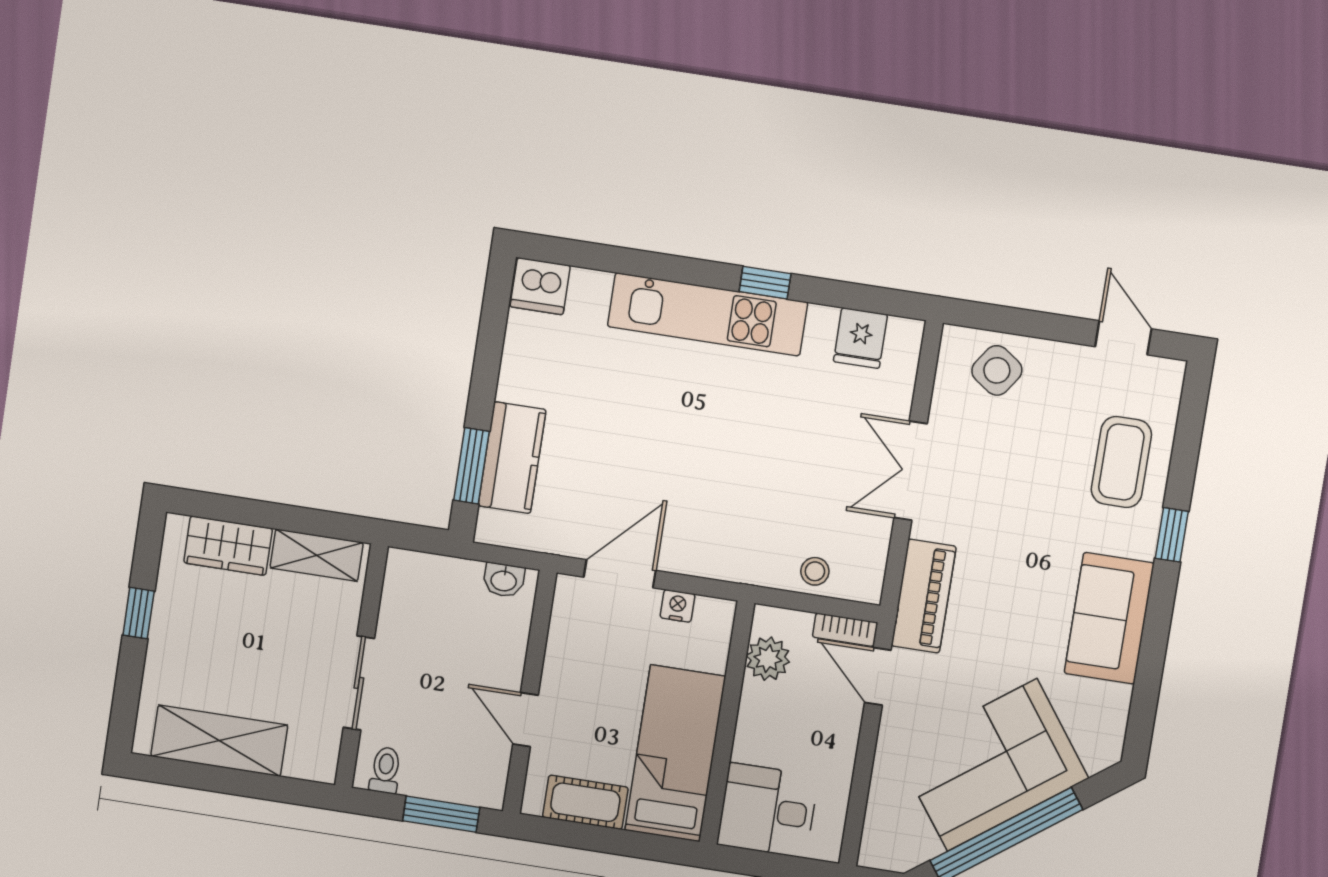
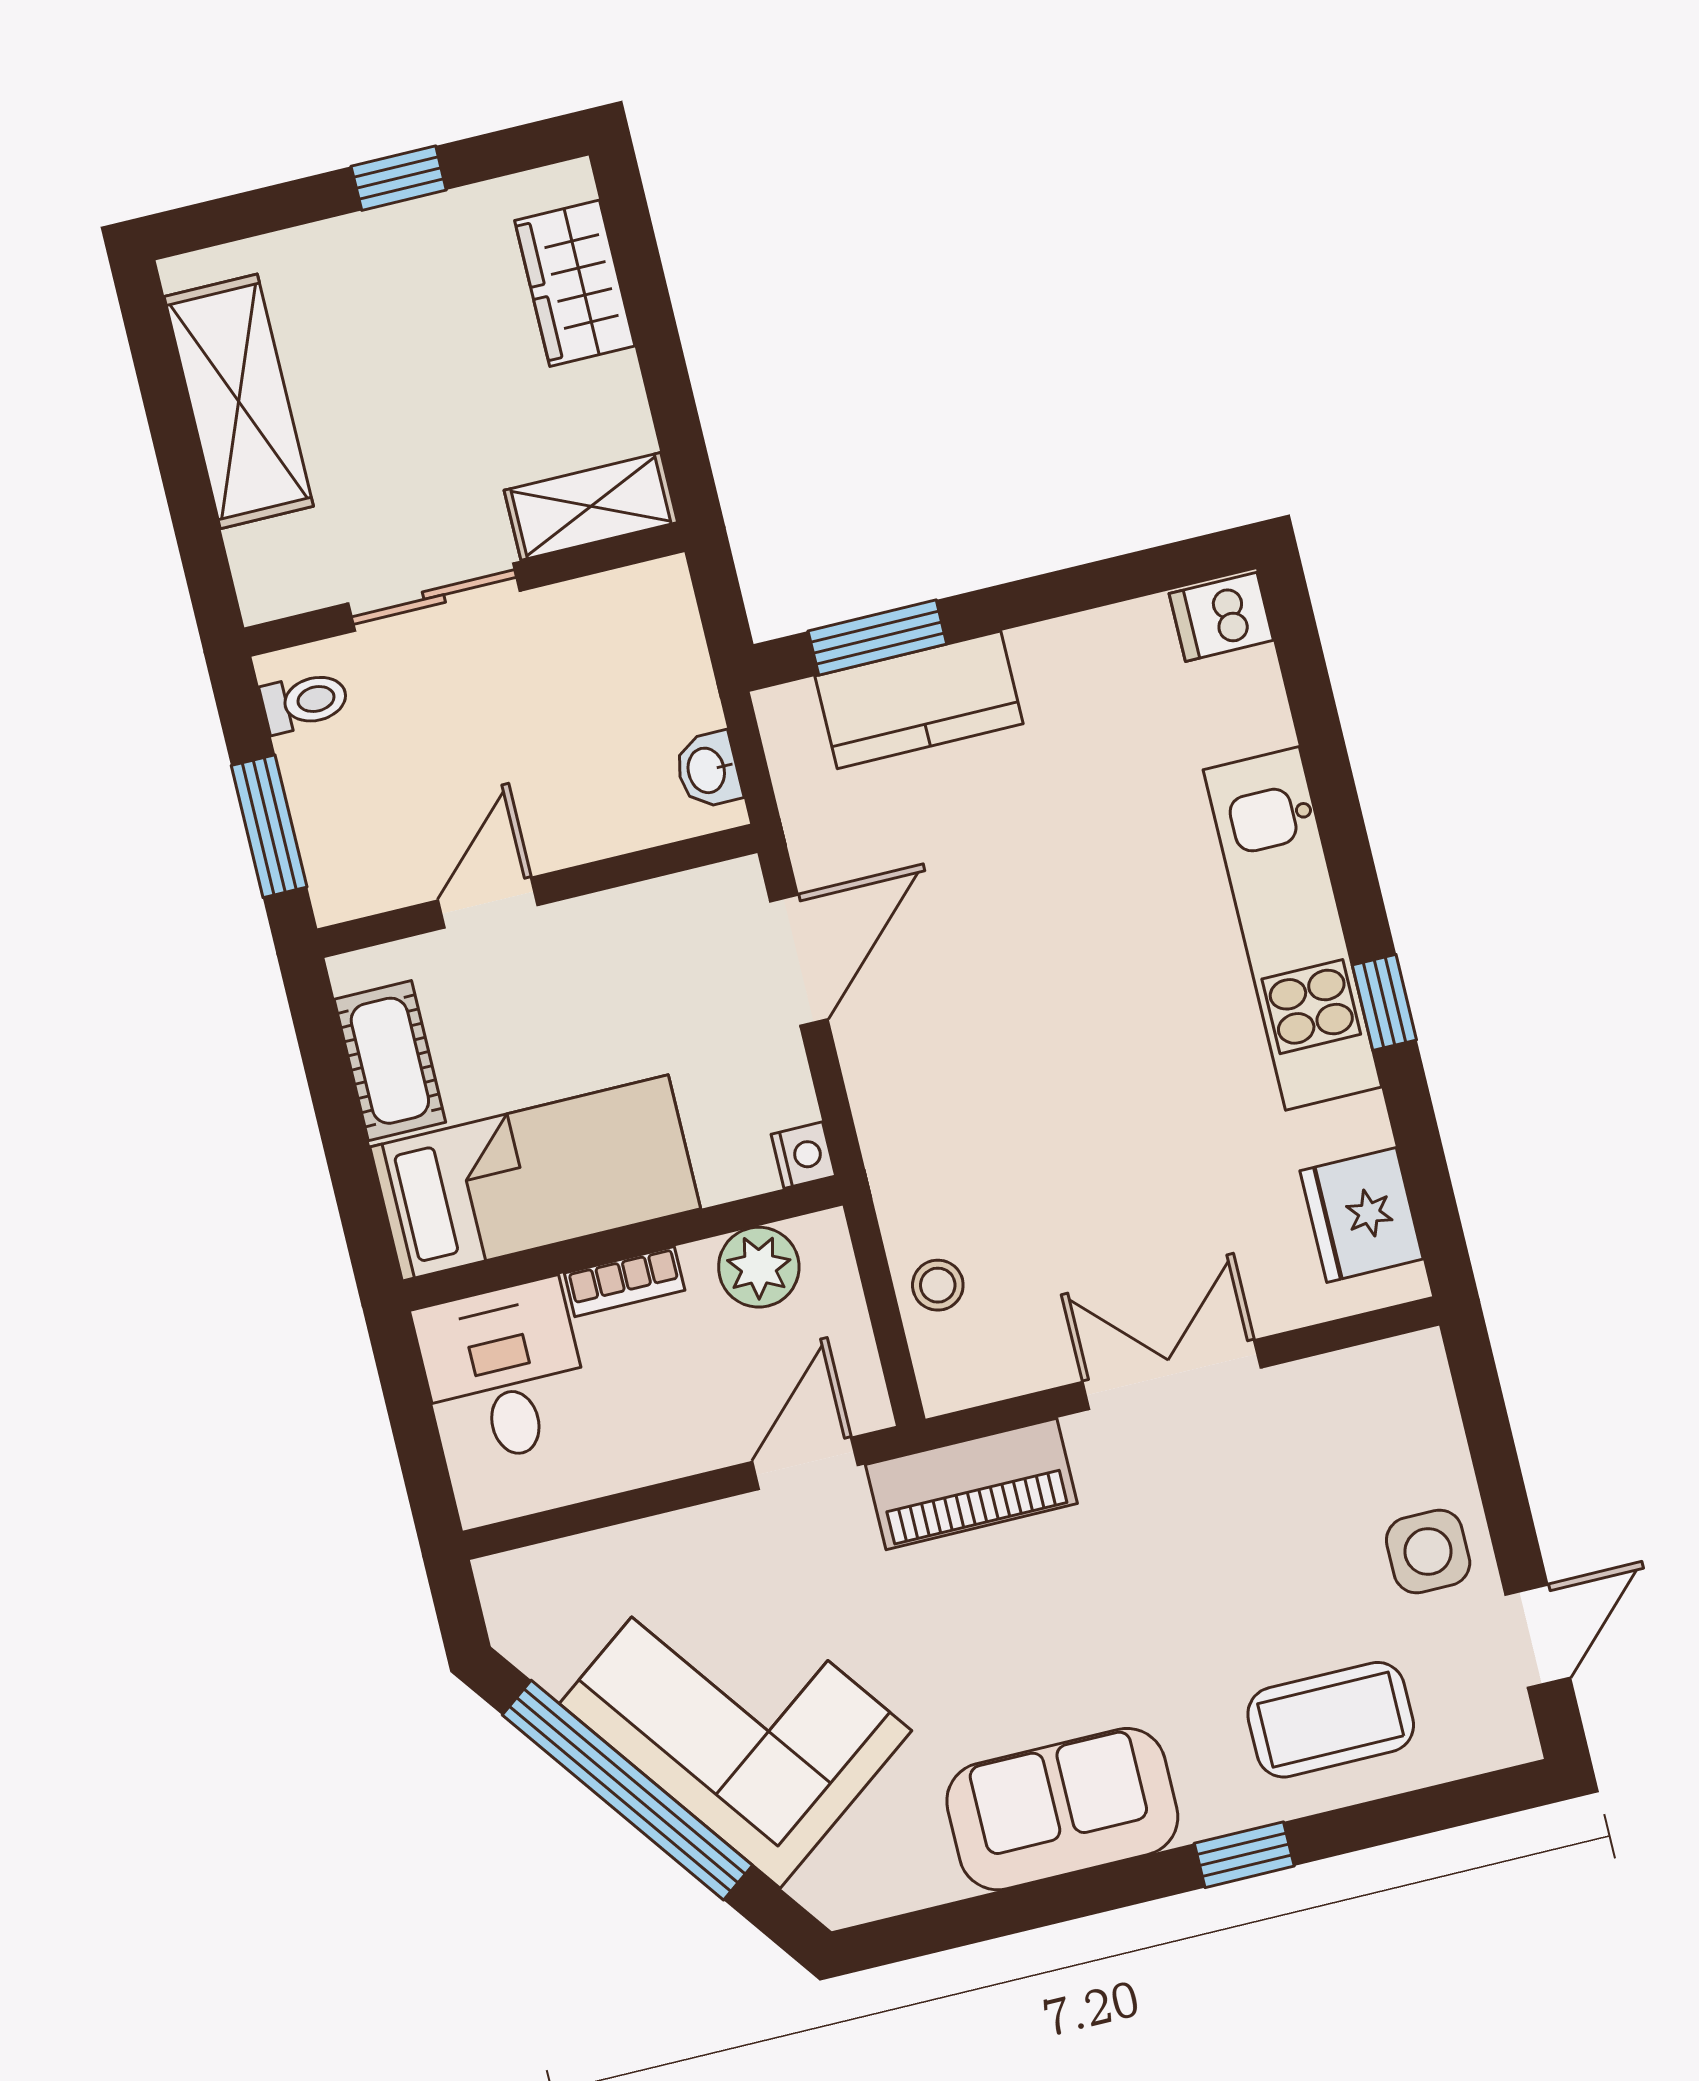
dishwasher: (540, 286) -> (1221, 617), width x0.73
fridge: (860, 338) -> (1362, 1215), width x1.38
side table: (997, 370) -> (1428, 1551), moved, turned -35
shelving: (317, 555) -> (591, 506), moved, turned 90
door: (620, 574) -> (799, 960), hinge flipped
nightstand: (677, 606) -> (803, 1155), moved
bookcase: (845, 630) -> (625, 1282), moved, turned -90

